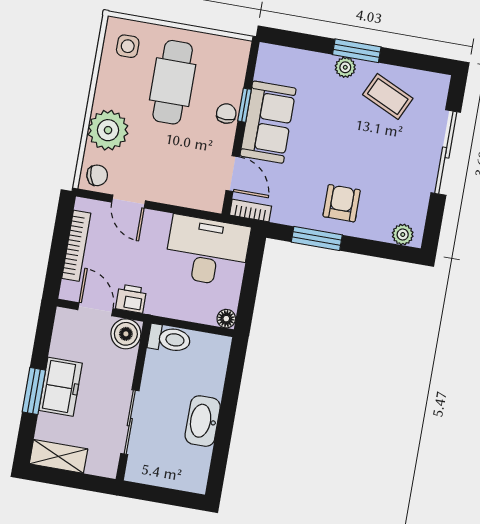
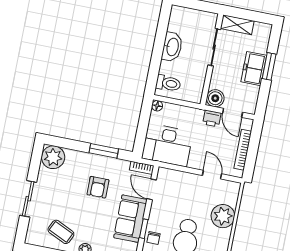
chair: (226, 114) -> (154, 238), moved
sliding door: (446, 153) -> (28, 199), width x0.73
chair: (97, 175) -> (230, 190), removed
armchair: (342, 203) -> (98, 187), moved
plant: (403, 234) -> (53, 157), width x1.87, depth x1.87
toilet: (169, 339) -> (168, 83), moved, turned 180
shelving: (58, 456) -> (237, 25), moved

